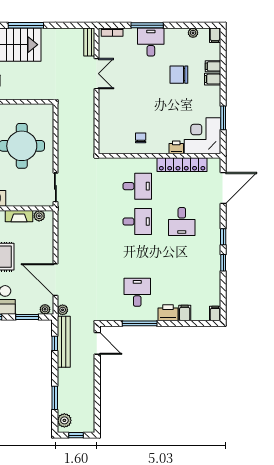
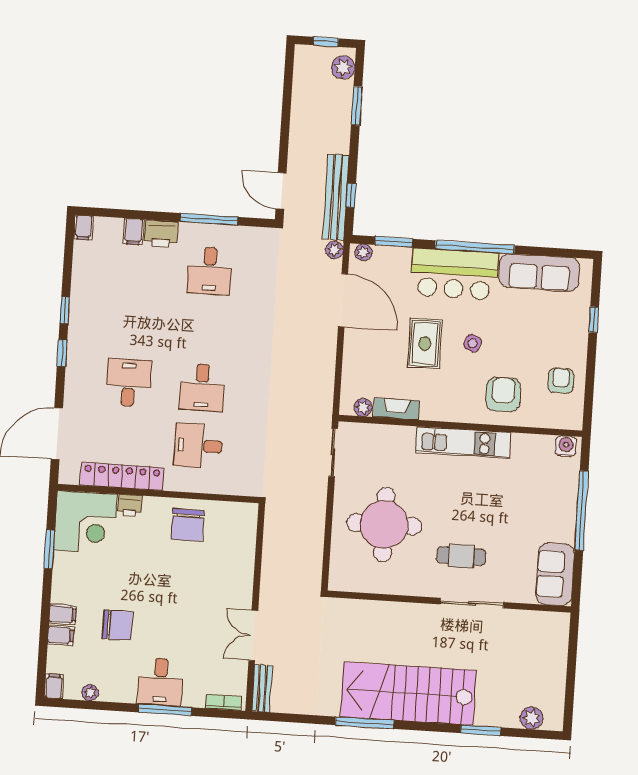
chair: (141, 138) -> (188, 525), width x1.87, depth x1.87
desk: (137, 222) -> (202, 387), turned -90

